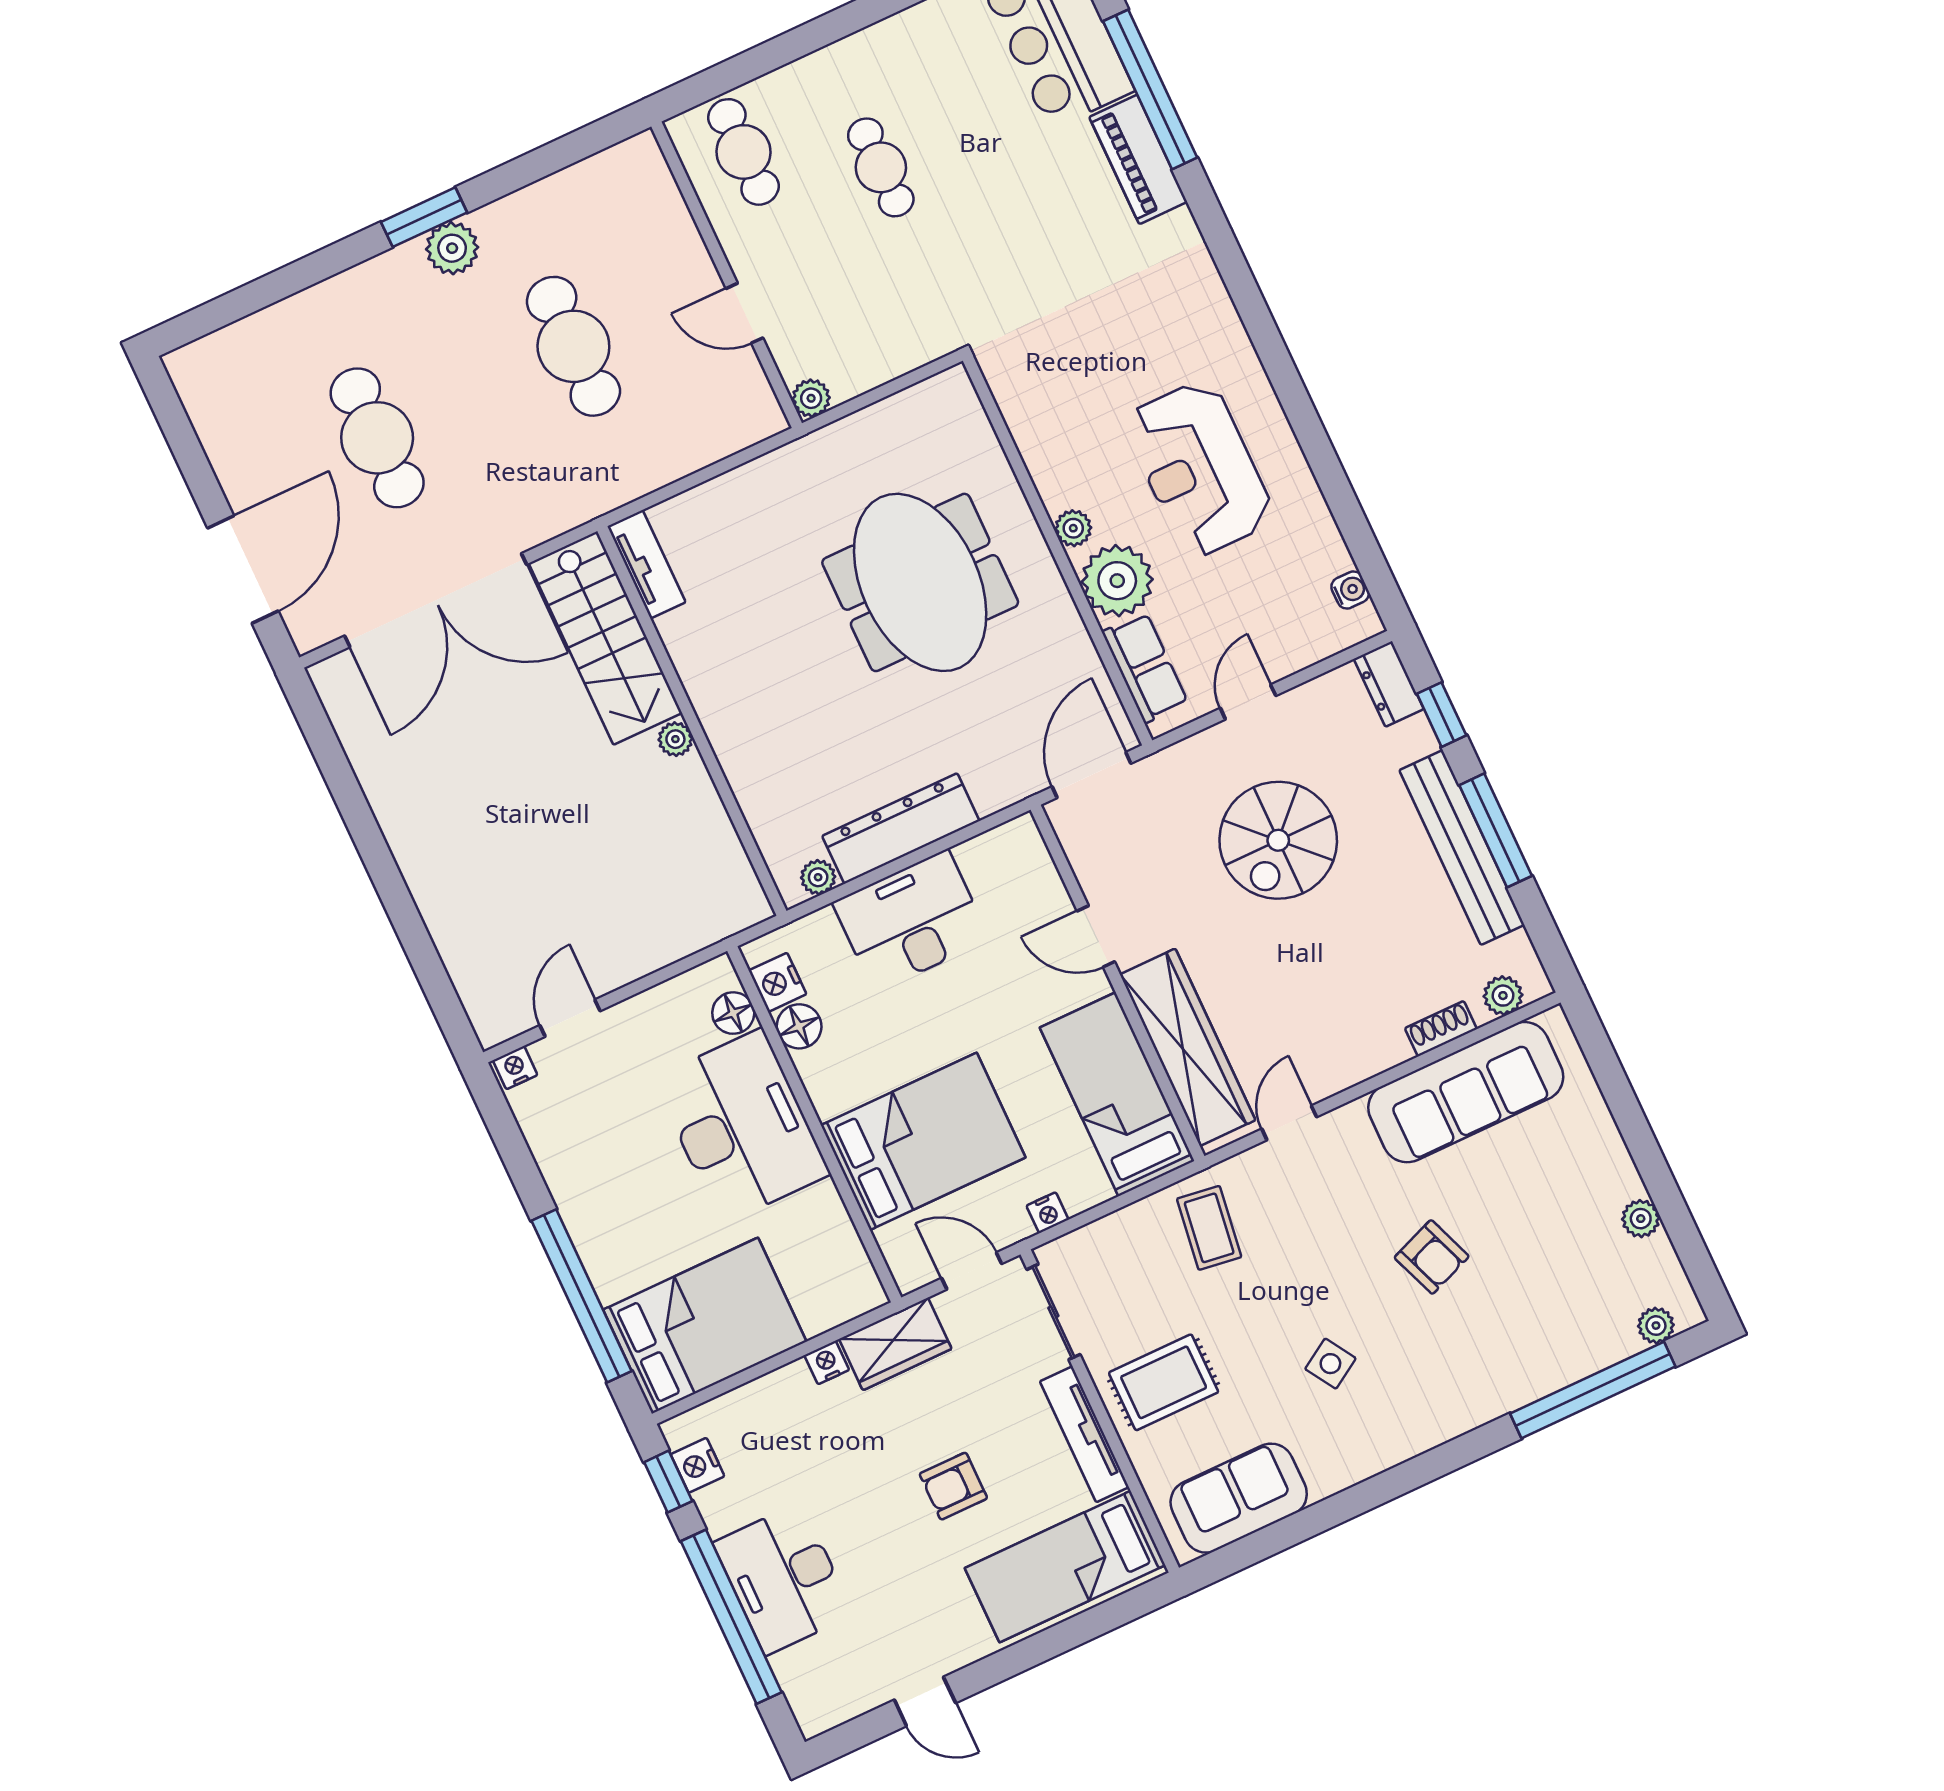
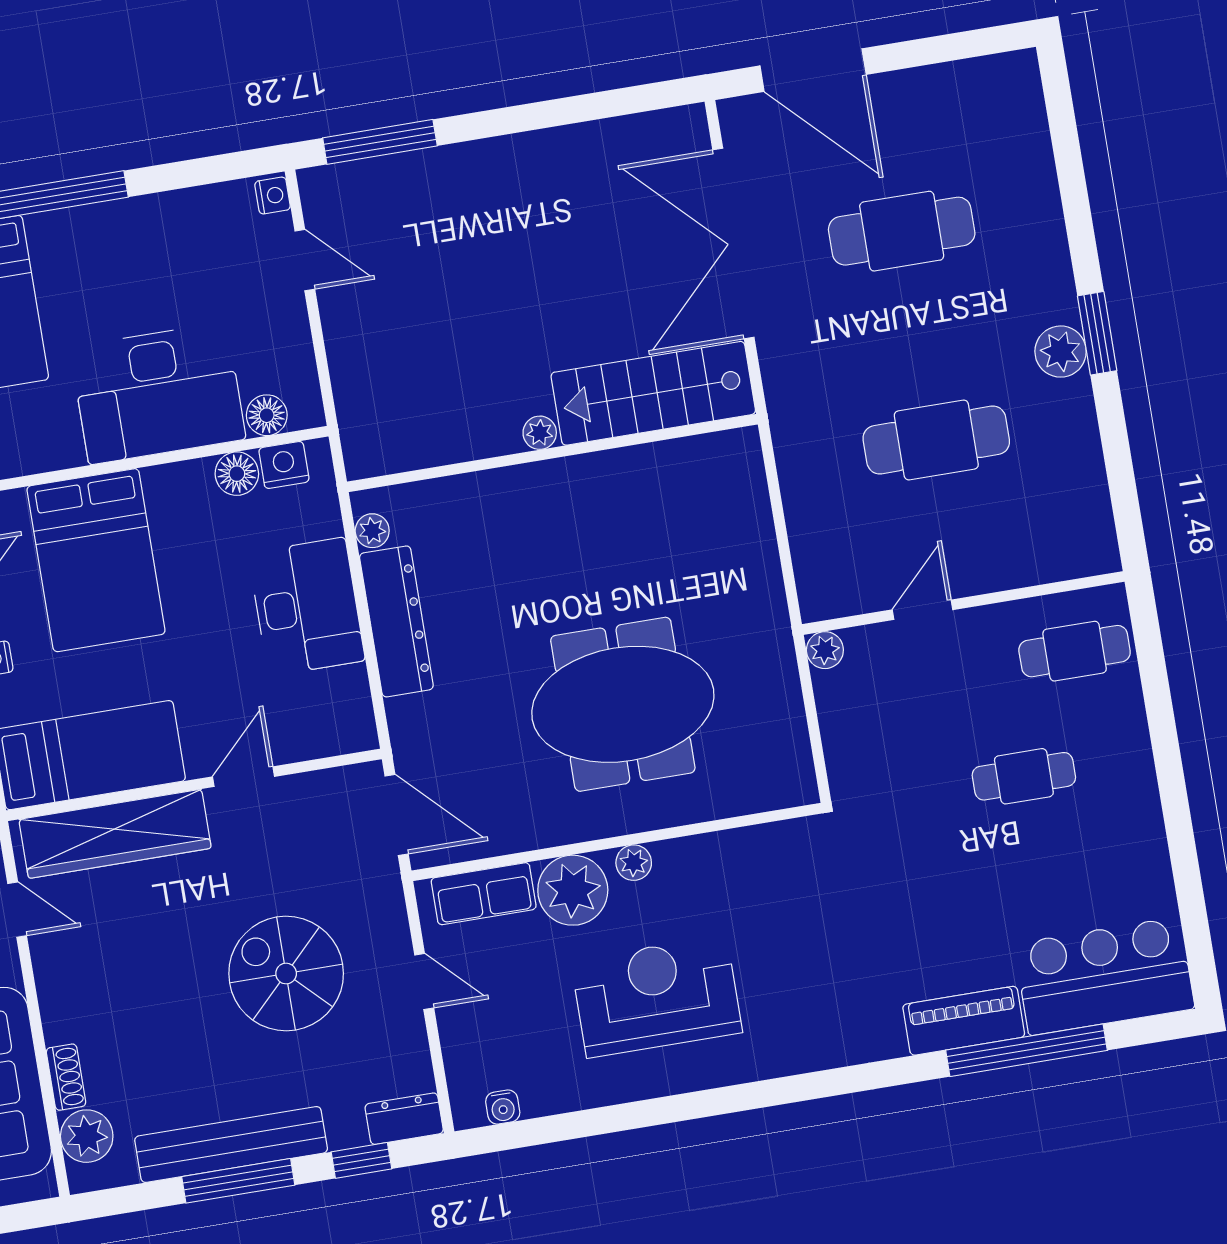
tv unit: (646, 564) -> (712, 451), removed
window: (433, 977) -> (380, 142), added
plant: (1503, 996) -> (87, 1136), width x1.38, depth x1.38

